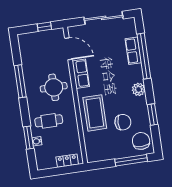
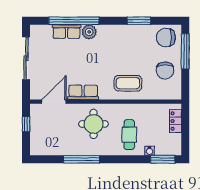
plant: (139, 89) -> (89, 32), moved
coffee table: (95, 113) -> (128, 83), width x0.73, depth x0.76
chair: (123, 122) -> (165, 70), moved, turned 180
window: (29, 138) -> (163, 159), moved

